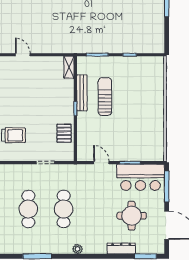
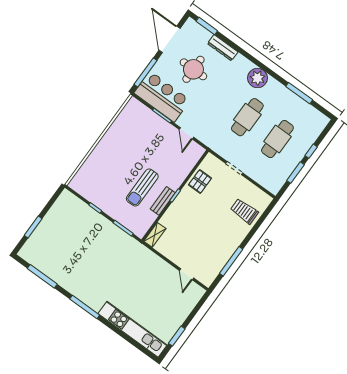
bench: (82, 93) -> (163, 201), width x0.73
plant: (78, 249) -> (257, 78), width x1.87, depth x1.87

